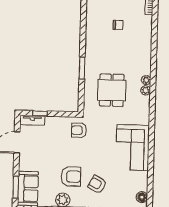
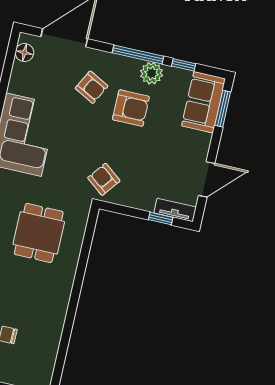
window: (82, 68) -> (79, 278), removed
armchair: (79, 130) -> (104, 179), turned -142
armchair: (71, 176) -> (131, 108), turned 180

